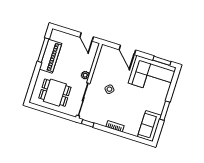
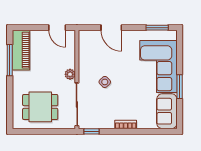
piano: (50, 56) -> (21, 50), moved
corner sofa: (152, 75) -> (159, 66), moved, turned 90

